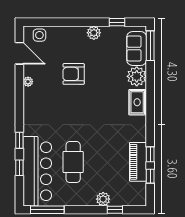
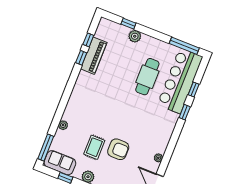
sofa: (137, 49) -> (60, 163), moved, turned -90
plant: (137, 76) -> (63, 125), width x0.53, depth x0.53
rug: (137, 102) -> (94, 147), moved

